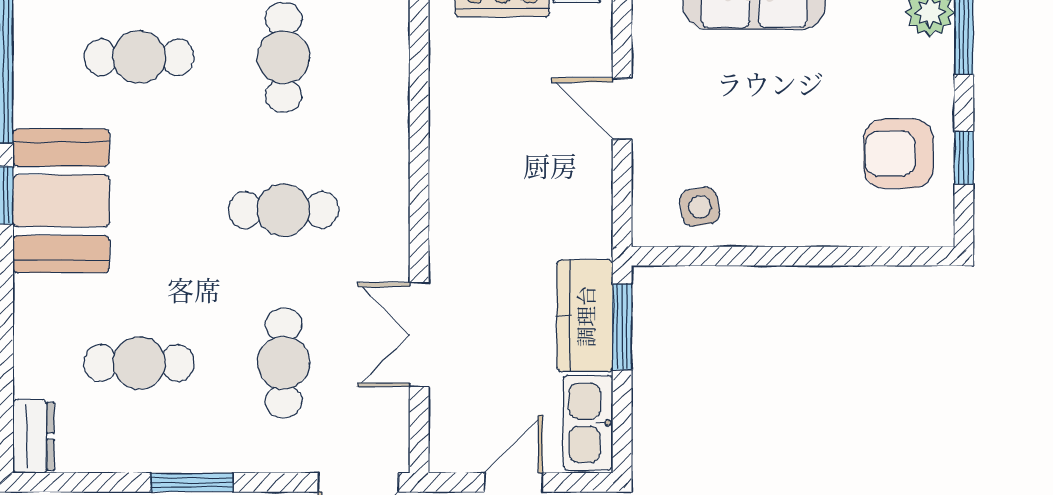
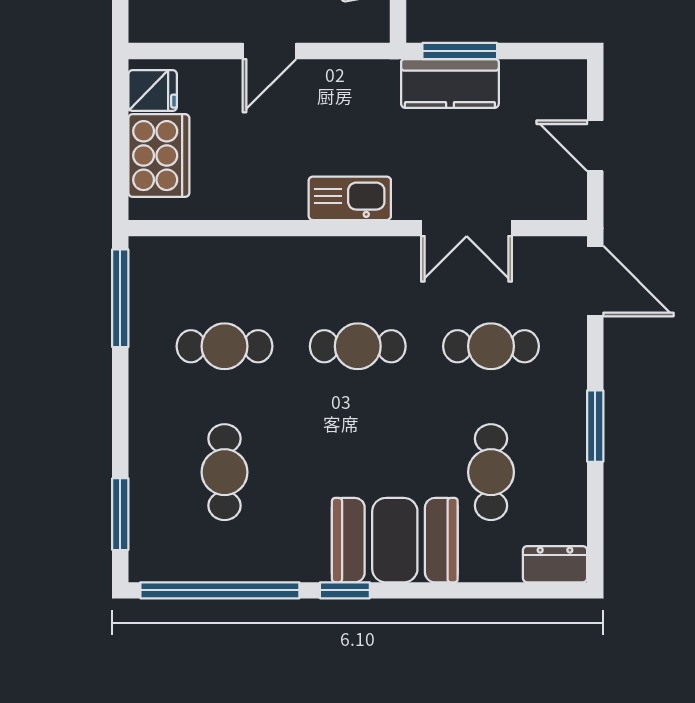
booth: (61, 201) -> (395, 540), moved
cafe table: (284, 210) -> (358, 346), turned 90
kitchen sink: (588, 423) -> (350, 198), moved, turned 180

